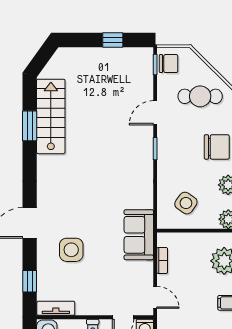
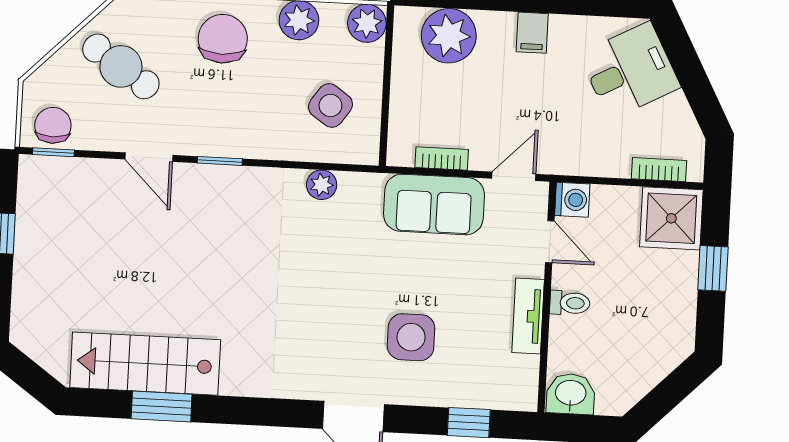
cafe table: (200, 96) -> (121, 66), turned -56
plant: (146, 201) -> (322, 185), added
sofa: (139, 235) -> (434, 204), moved
tv unit: (56, 308) -> (528, 316), moved

